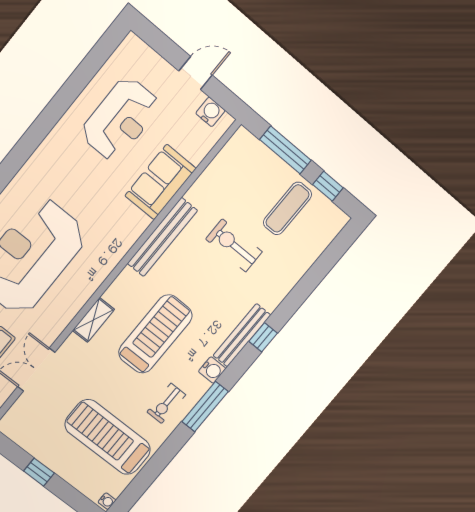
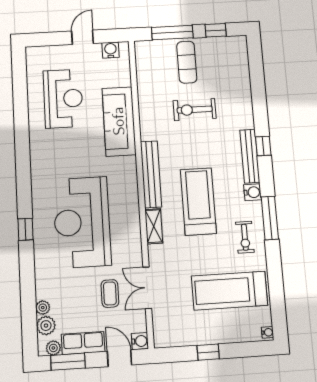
sofa: (161, 182) -> (119, 121), width x1.36
exercise mat: (287, 208) -> (187, 62), moved
bench: (162, 237) -> (151, 174), moved

